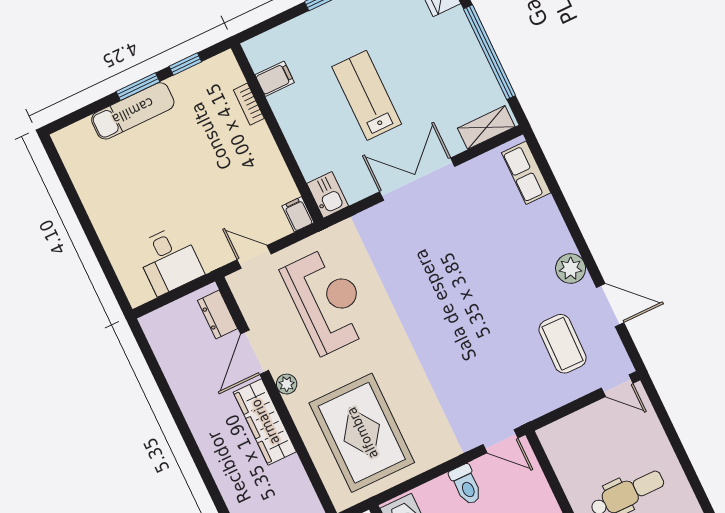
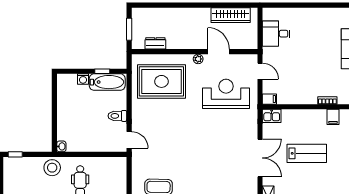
door: (254, 257) -> (260, 71), hinge flipped
reception desk: (327, 300) -> (226, 94), turned 180
dresser: (218, 314) -> (155, 43), moved
wardrobe: (265, 422) -> (231, 15), moved, turned 180
door: (501, 441) -> (129, 140), swing flipped

